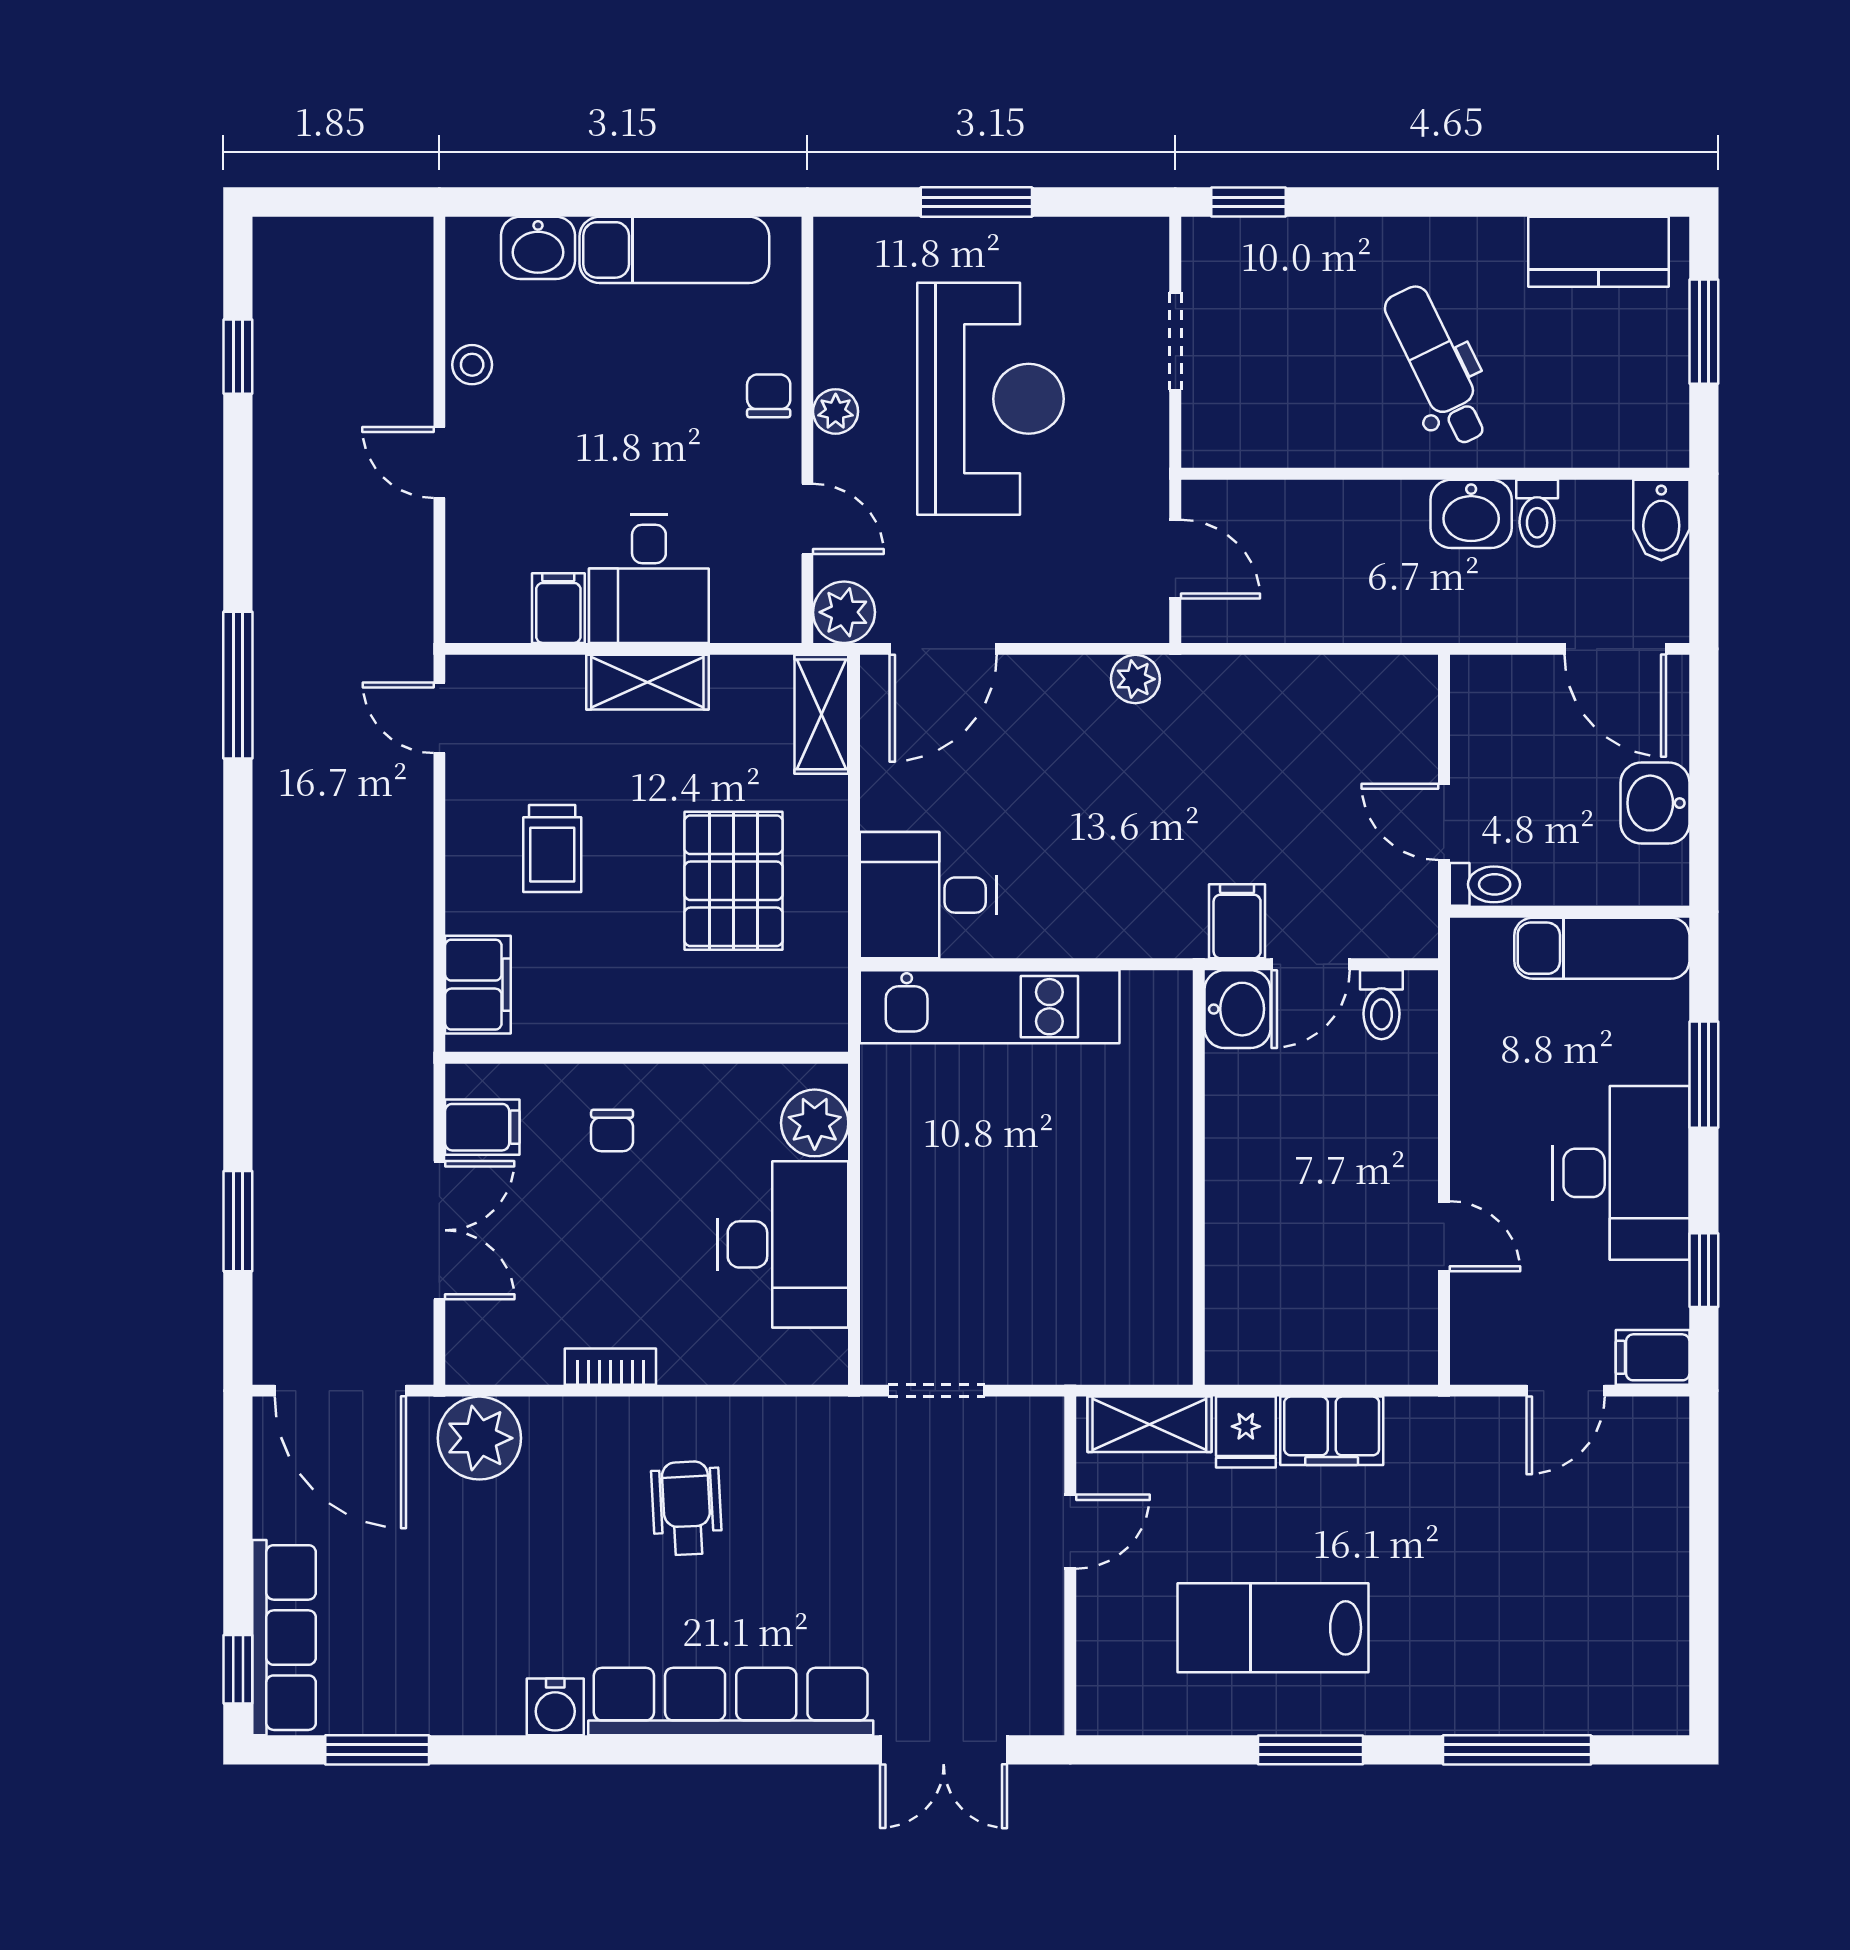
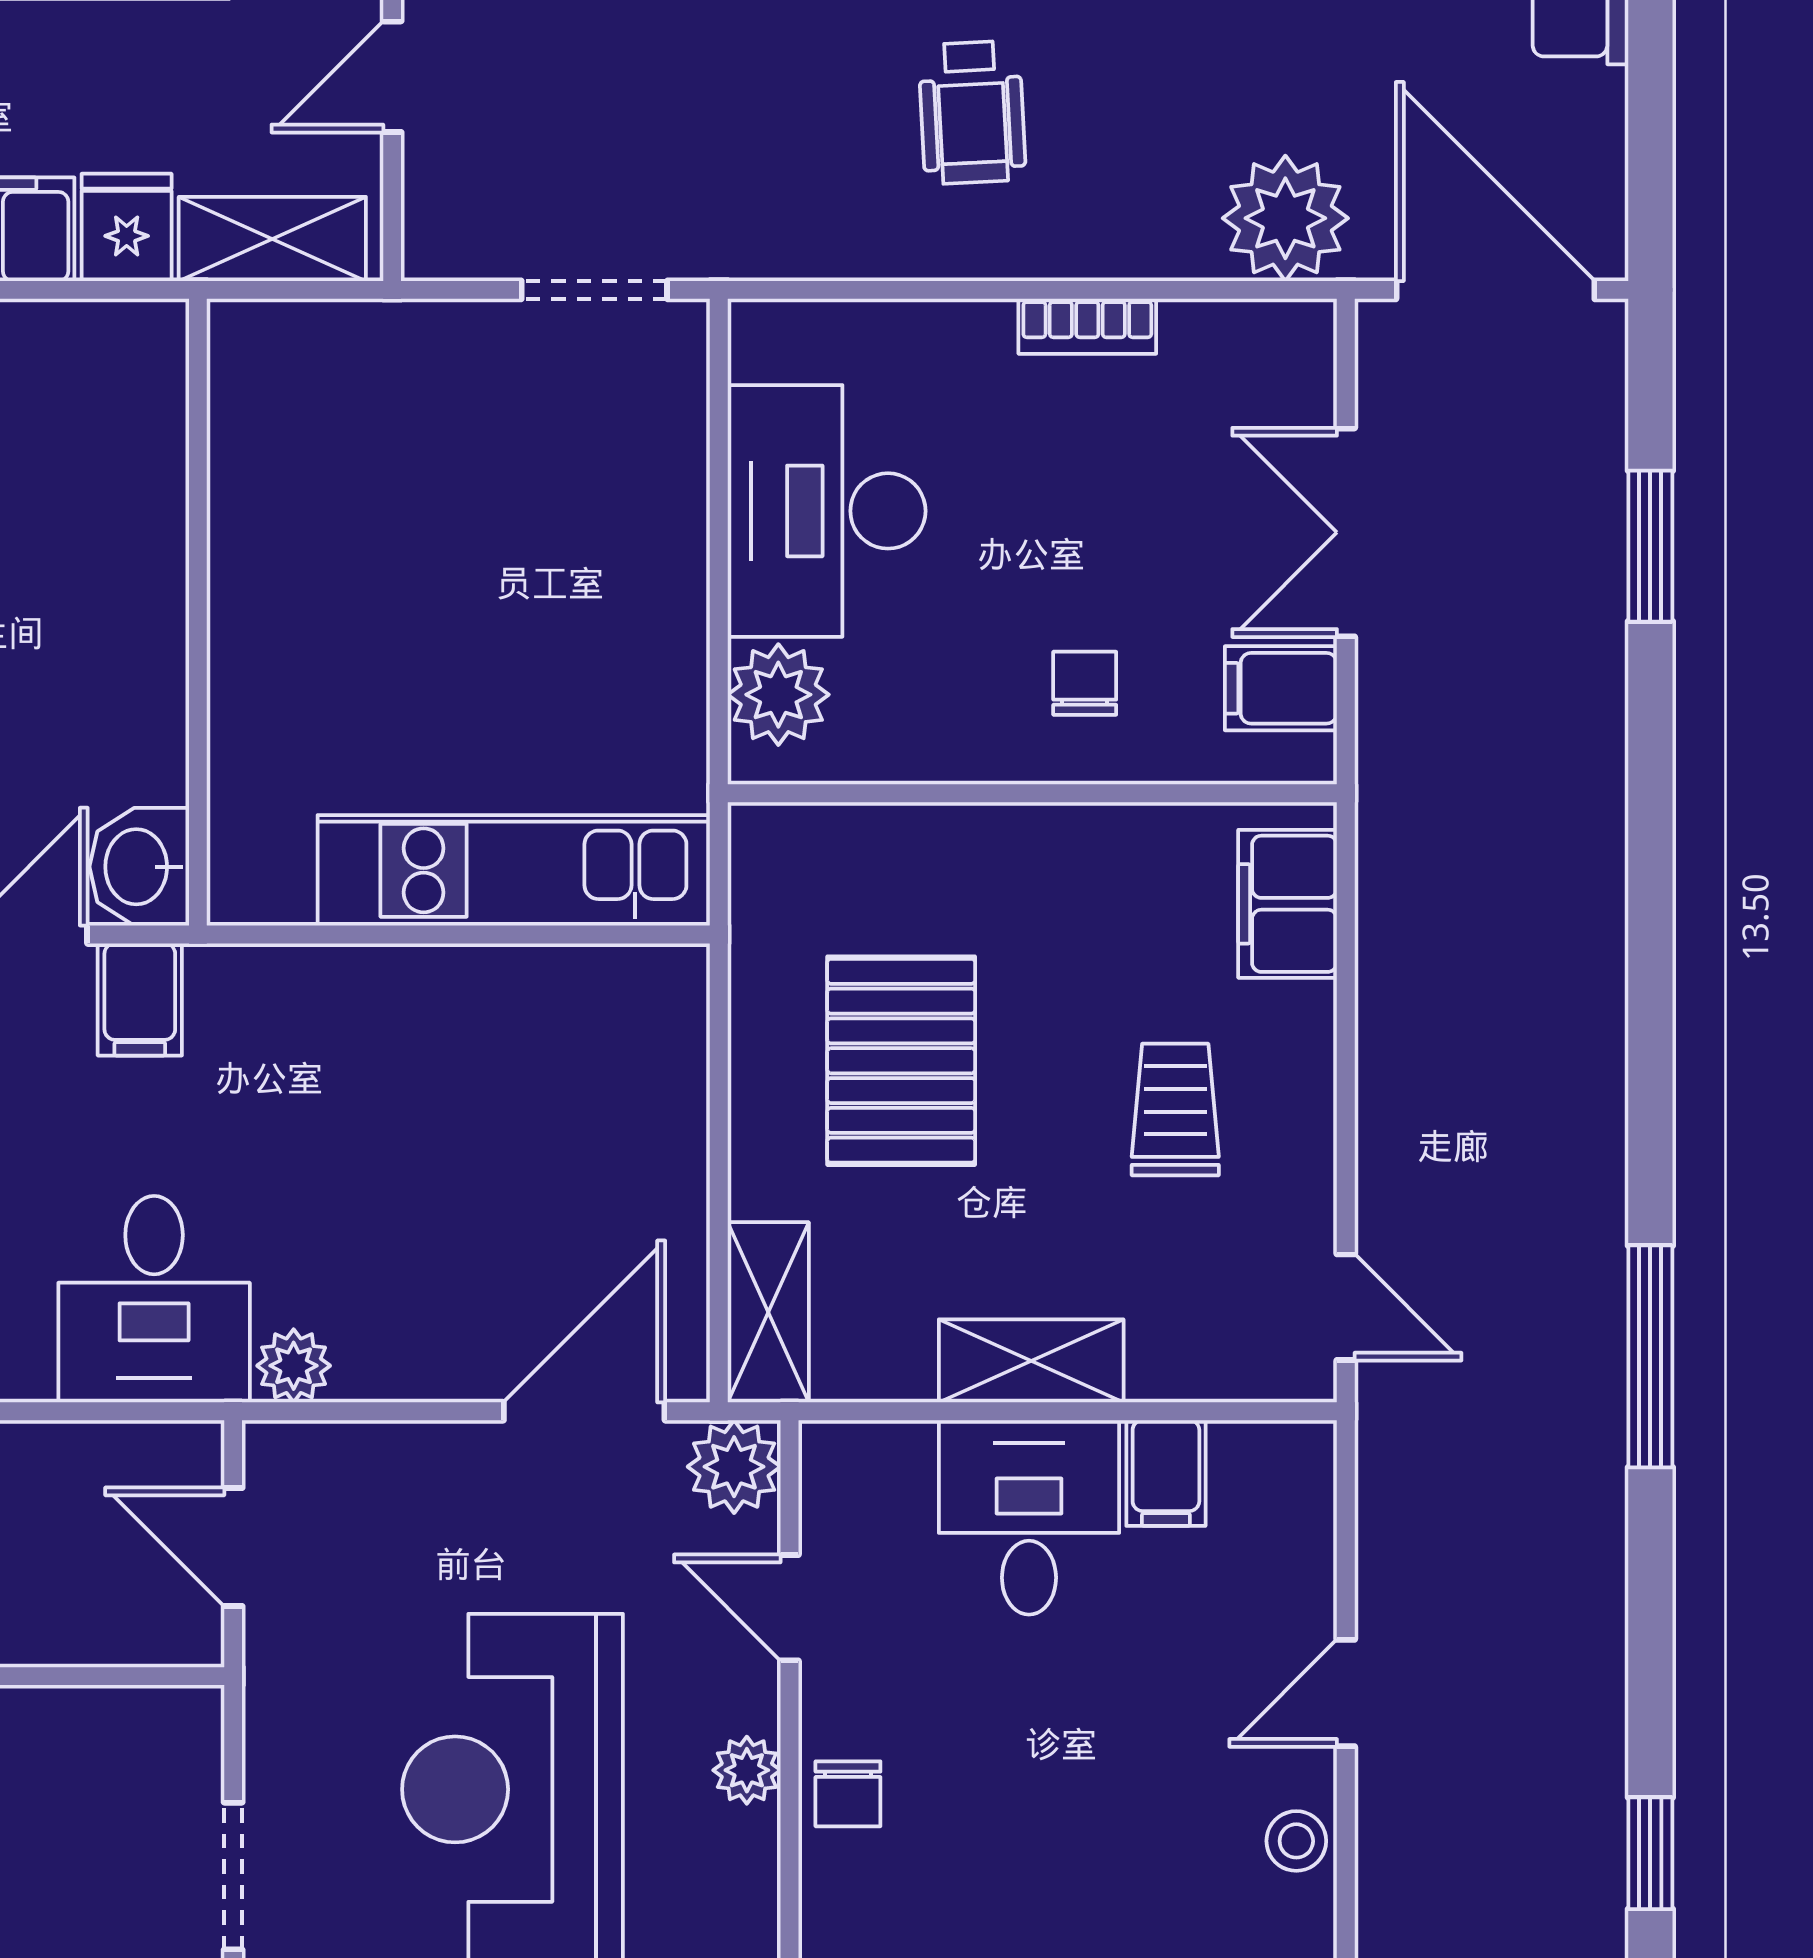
door: (439, 463) -> (1346, 1693), swing flipped
desk: (928, 895) -> (154, 1299), moved, turned 90

